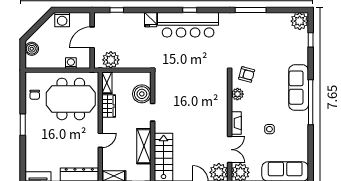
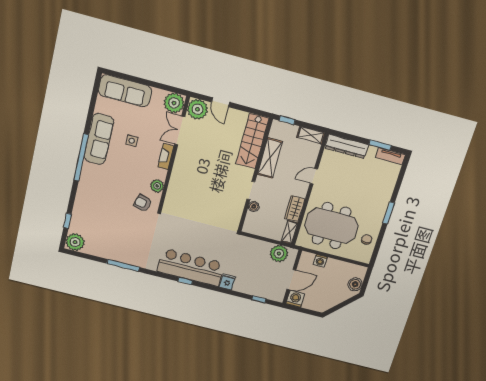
washing machine: (62, 20) -> (295, 299), moved
sofa: (299, 88) -> (99, 139), moved
boiler: (142, 94) -> (254, 207), width x0.54, depth x0.54

